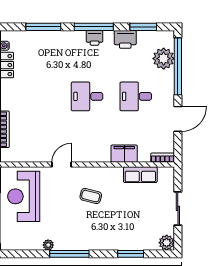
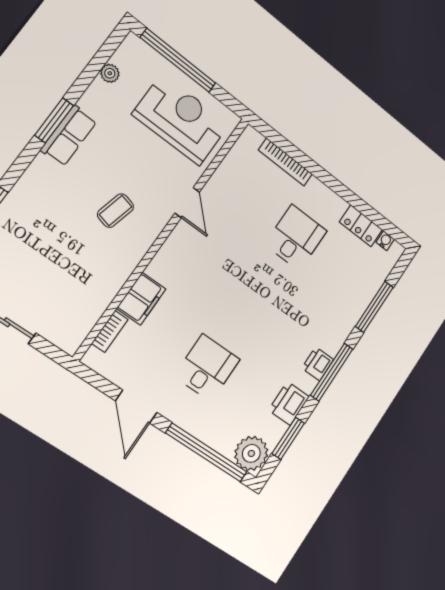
plant: (164, 59) -> (251, 453), moved
desk: (87, 96) -> (296, 238), moved
bookcase: (163, 158) -> (110, 331), moved
row of seats: (140, 175) -> (69, 136), moved, turned 180
plant: (48, 245) -> (110, 73), moved
window: (69, 254) -> (54, 120), width x0.69

